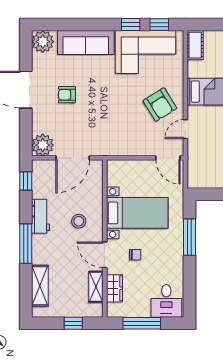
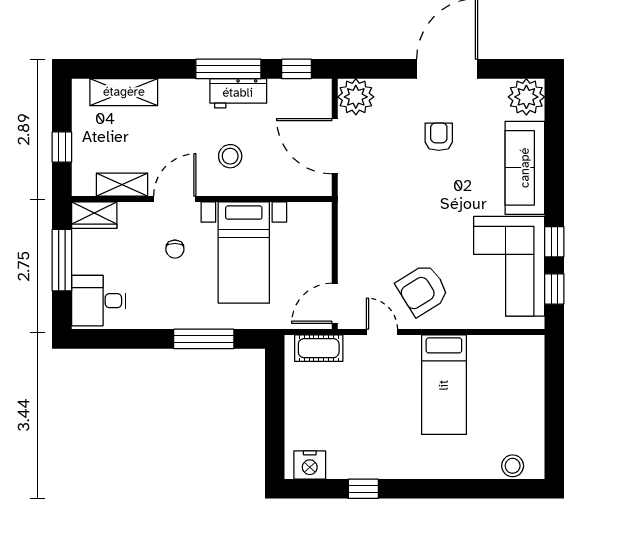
cot: (195, 45) -> (319, 348), moved
window: (26, 244) -> (228, 69), moved
wardrobe: (114, 288) -> (94, 215), moved

